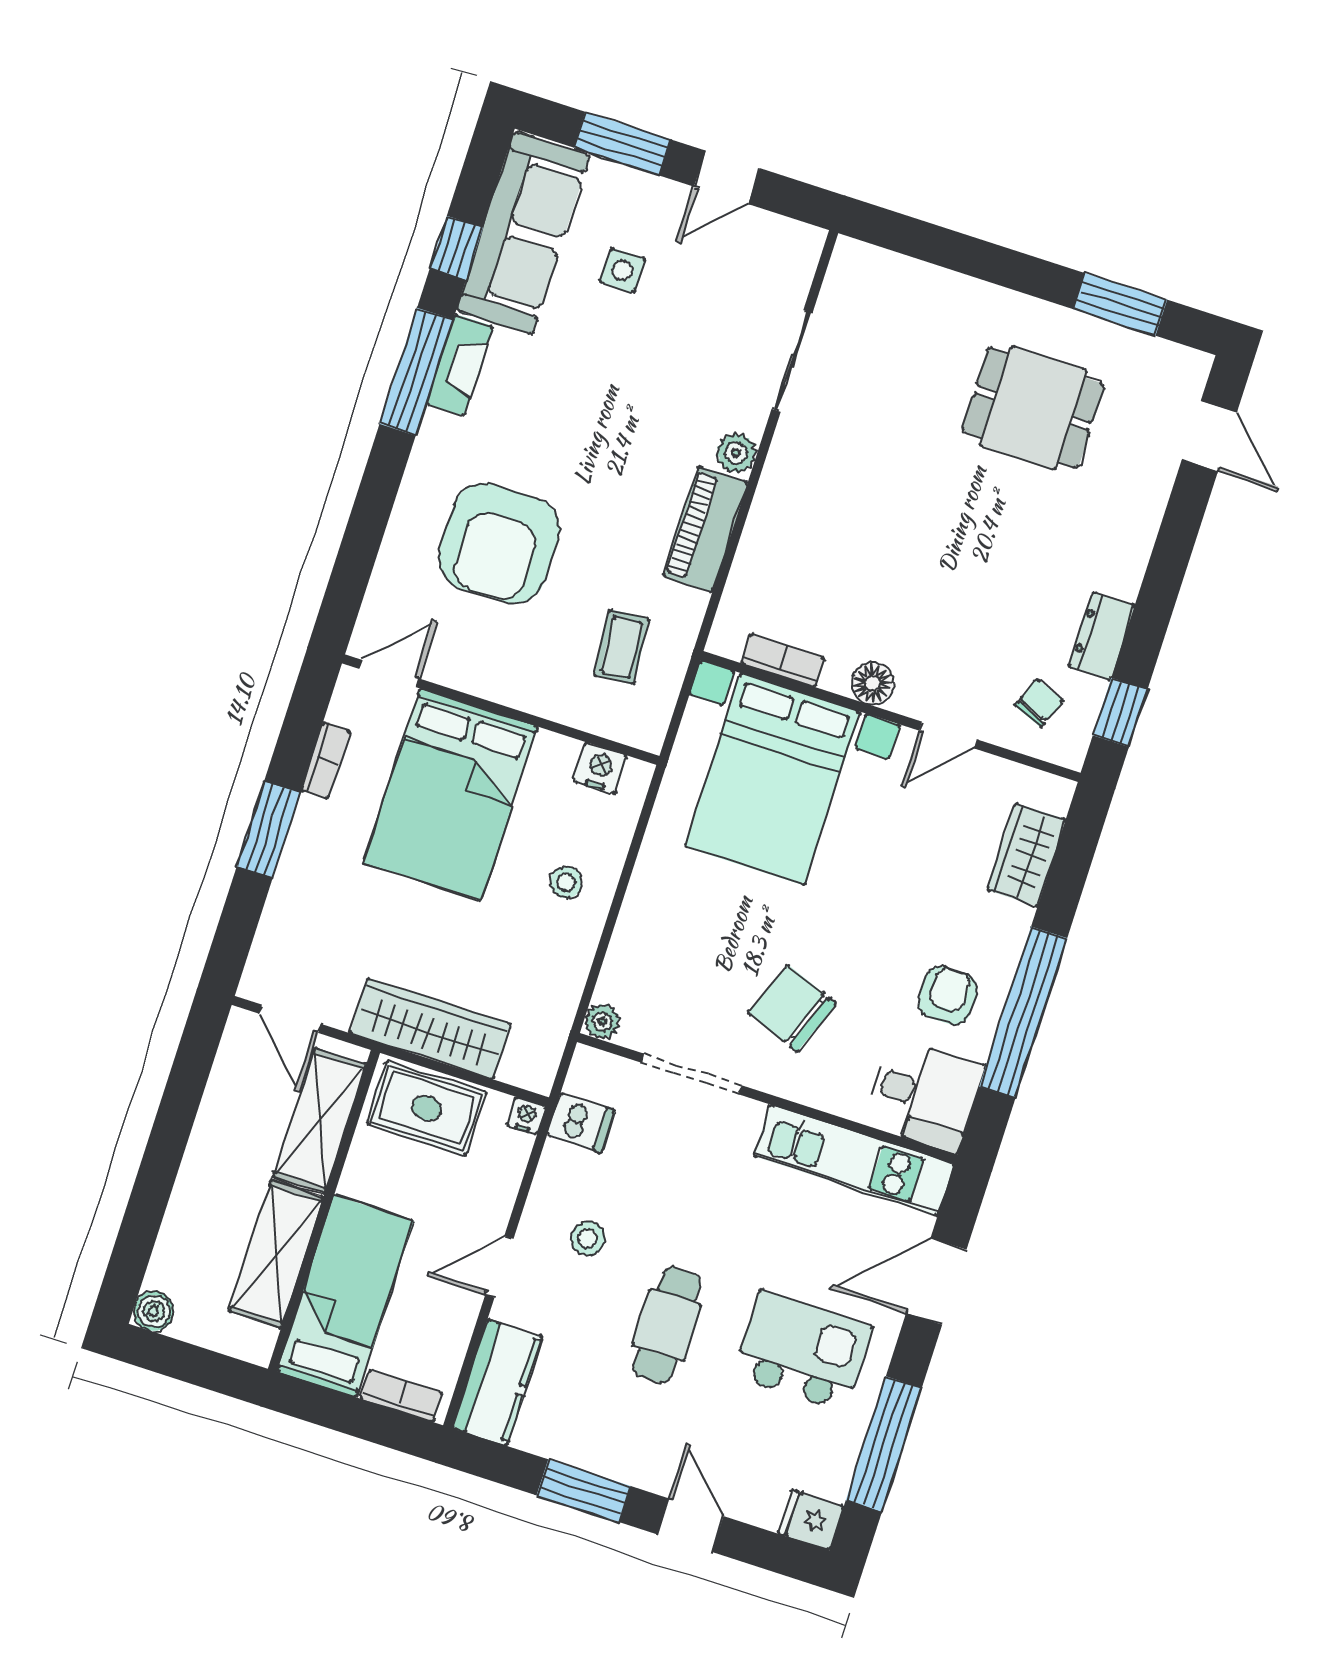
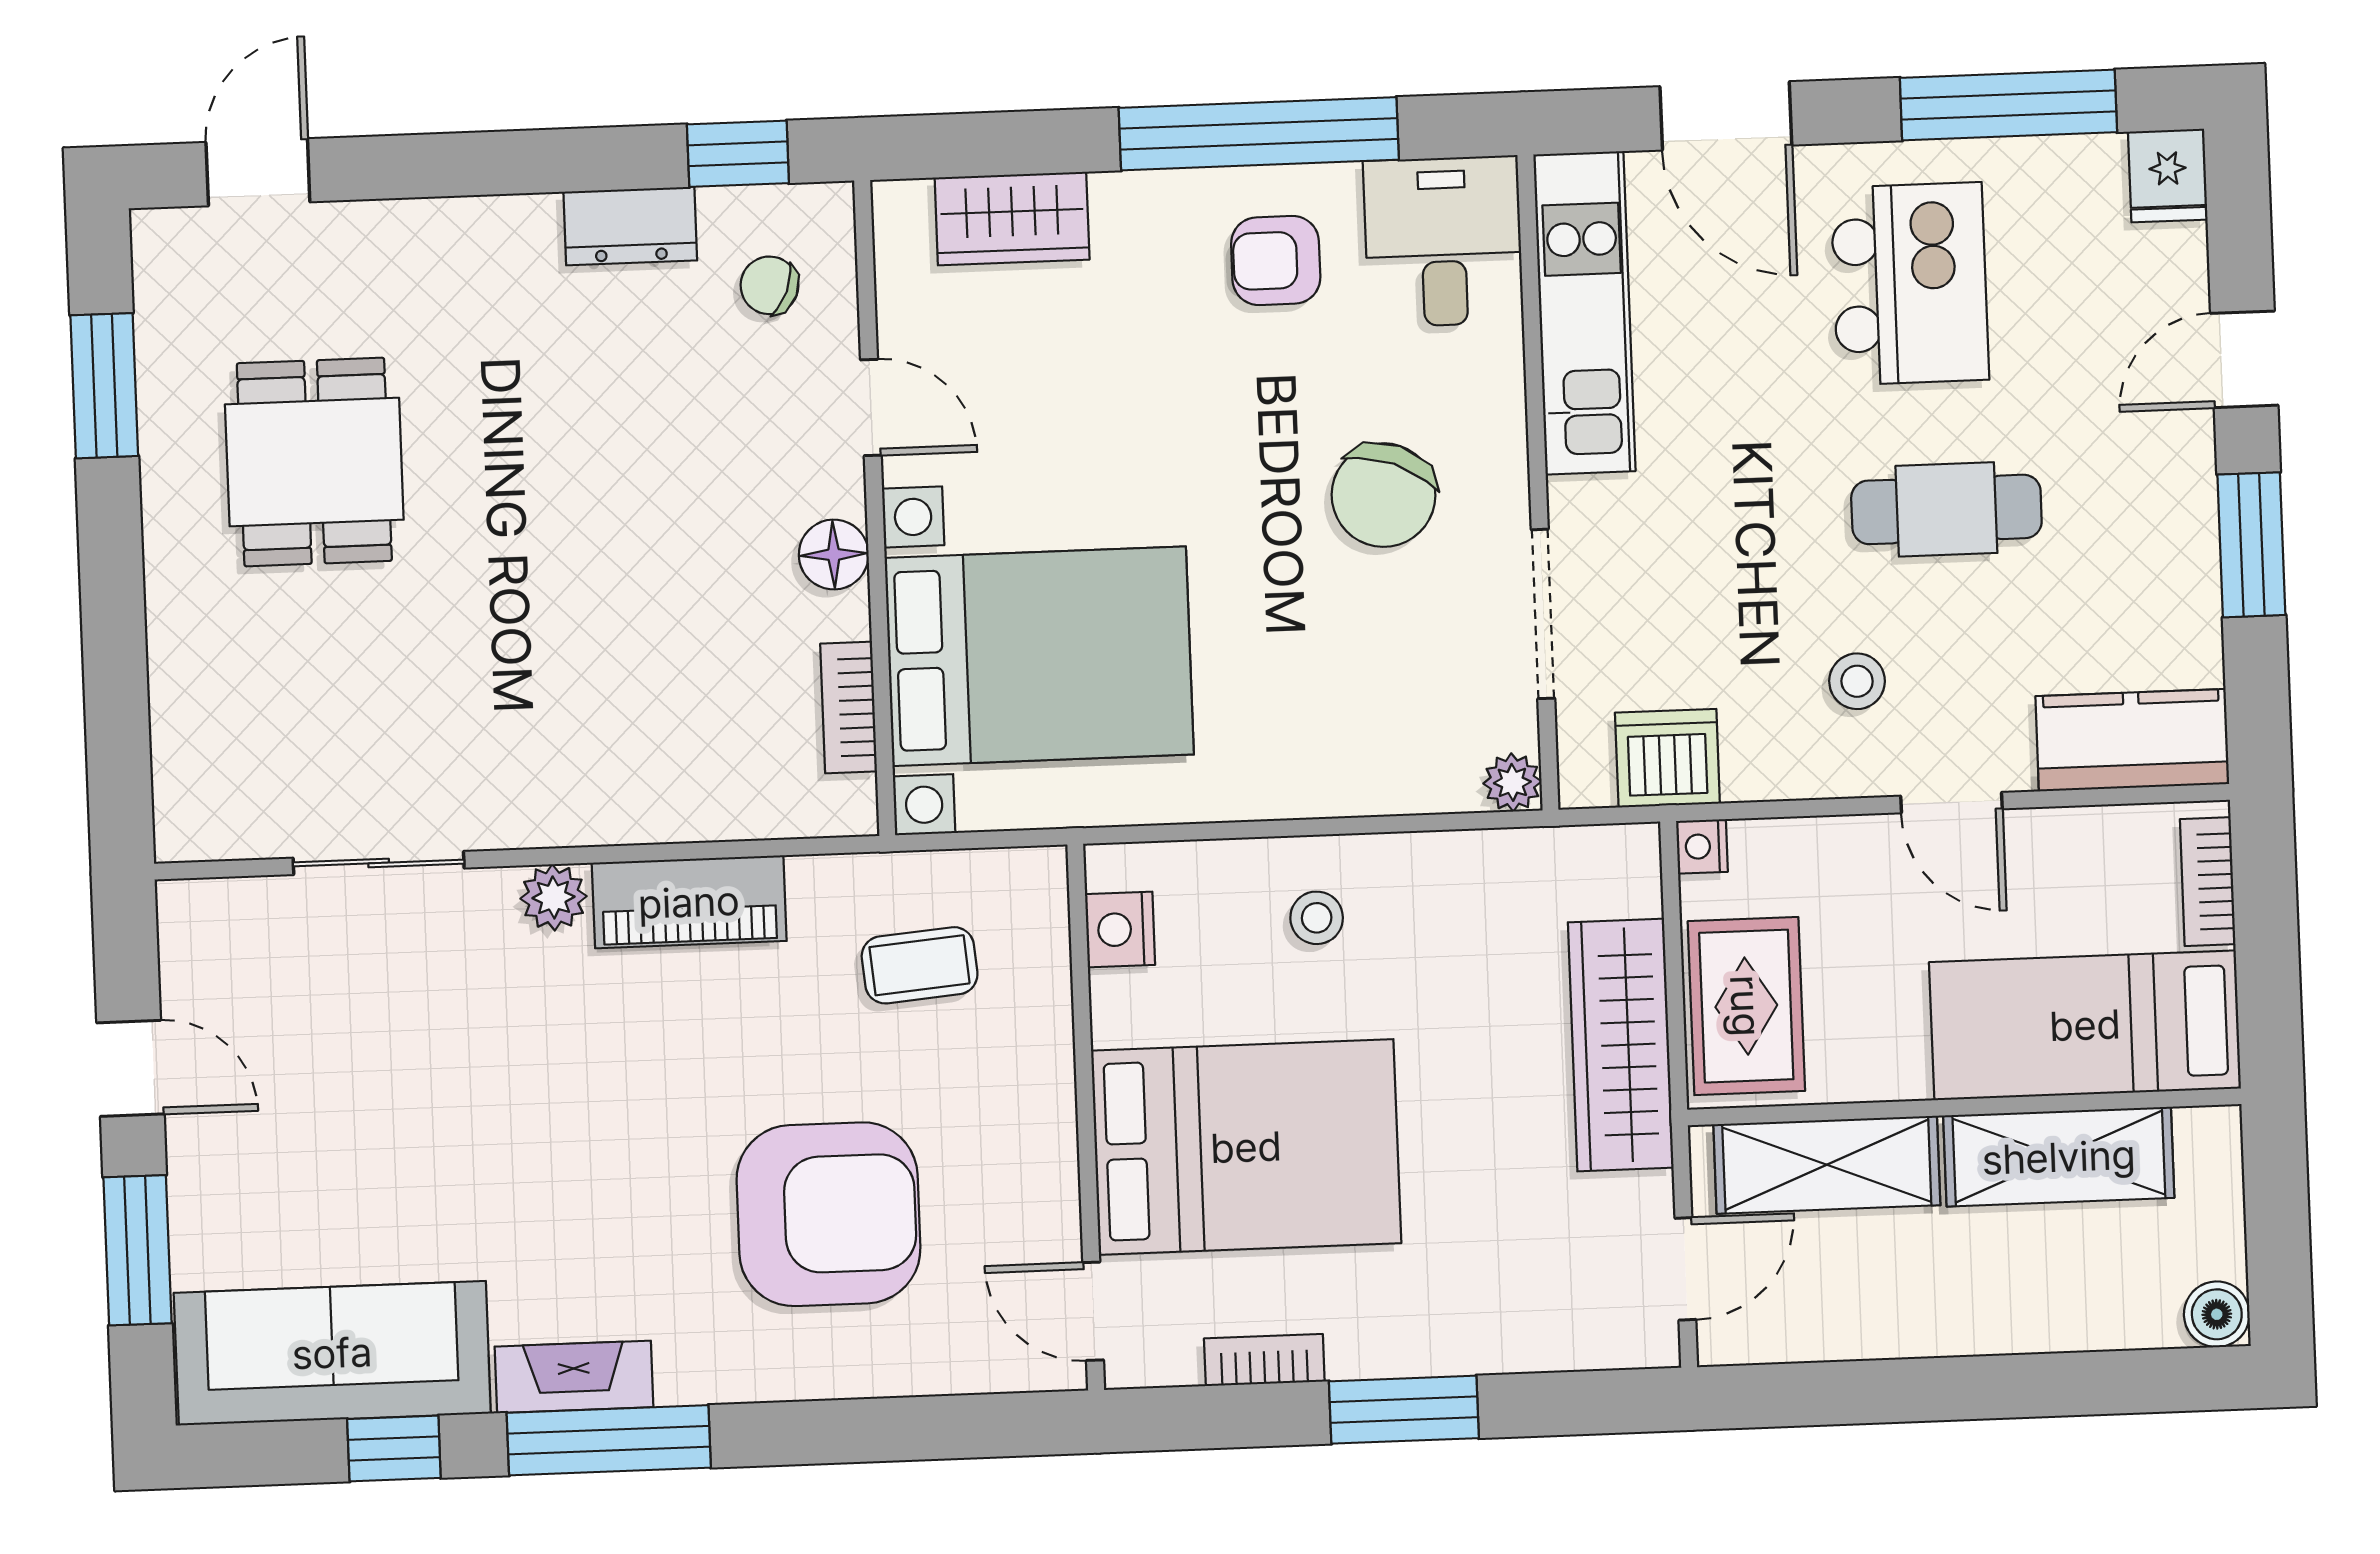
side table: (623, 270) -> (334, 1177), removed
dishwasher: (581, 1123) -> (1667, 758), width x1.38
kitchen island: (803, 1351) -> (1910, 284), turned 180

